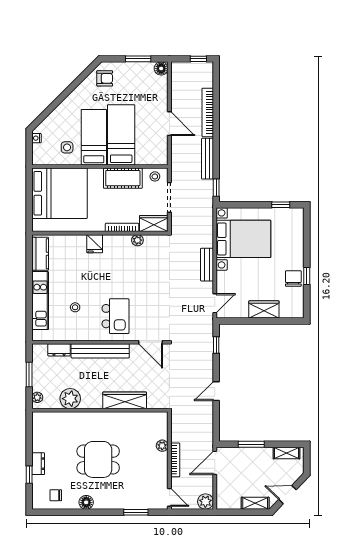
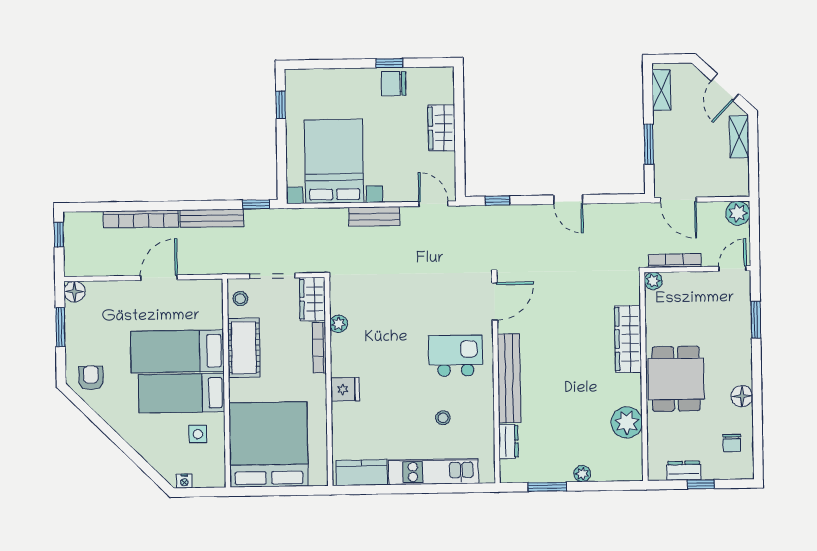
plant: (70, 399) -> (627, 422), moved
wardrobe: (125, 400) -> (628, 339), moved
wall: (100, 410) -> (644, 377), moved

